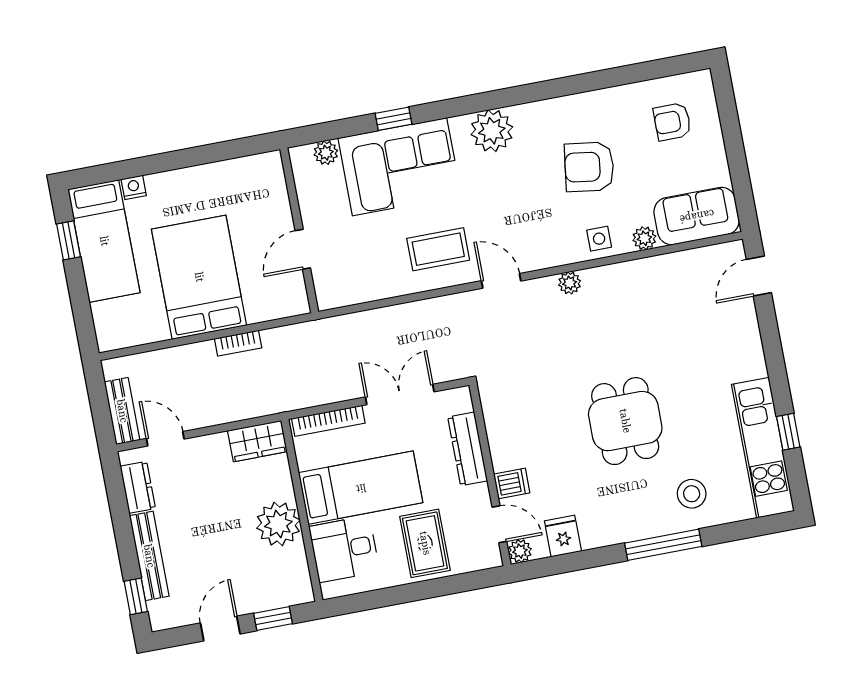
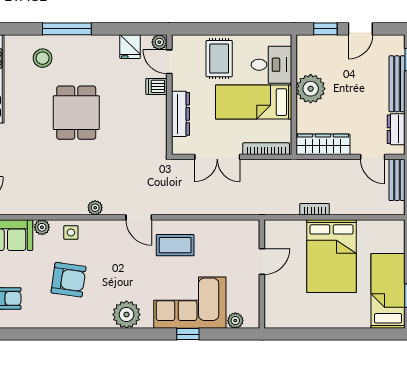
nightstand: (134, 187) -> (362, 322), removed
wardrobe: (257, 441) -> (323, 144), width x1.50

